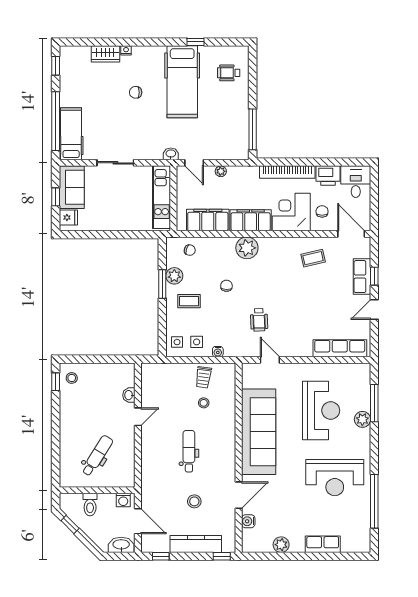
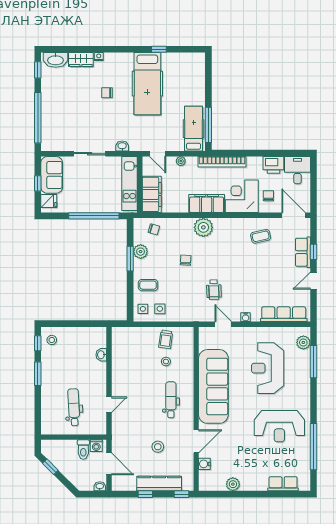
washbasin: (76, 54) -> (56, 60), added
wheelchair: (229, 73) -> (187, 76), removed
hospital bed: (71, 134) -> (194, 129), moved
washbasin: (171, 154) -> (122, 146), moved
bookcase: (287, 172) -> (222, 162), moved
filing cabinet: (208, 220) -> (152, 194), moved, turned 90
window: (120, 235) -> (94, 216), added
coffee table: (189, 301) -> (148, 285), moved
water cooler: (218, 352) -> (246, 317), moved
reception desk: (321, 410) -> (268, 368), turned 180
window: (56, 417) -> (38, 374), added
door: (138, 417) -> (109, 405), moved
plant: (362, 419) -> (303, 342), moved
dental chair: (189, 451) -> (171, 400), moved
dental chair: (97, 456) -> (74, 407), turned -35
toilet: (90, 505) -> (83, 450), moved
row of seats: (323, 544) -> (283, 484), moved
washbasin: (121, 545) -> (100, 486), width x0.52, depth x0.69
window: (161, 556) -> (145, 494), moved

